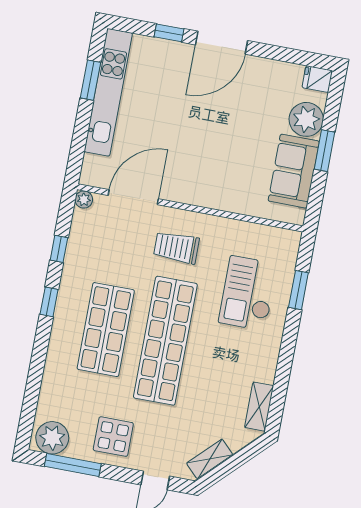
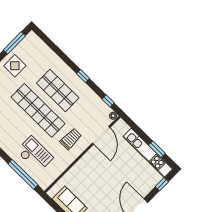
window: (169, 33) -> (162, 184), moved
window: (59, 249) -> (108, 101), moved
window: (298, 290) -> (23, 174), width x2.11
plant: (52, 438) -> (30, 42), removed

